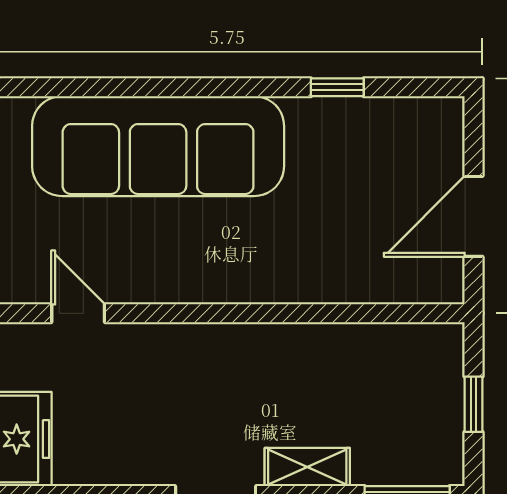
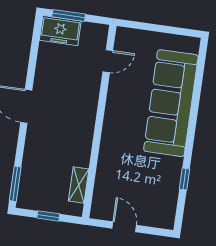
door: (474, 216) -> (124, 227), width x0.73
shelving: (307, 467) -> (79, 185), moved

